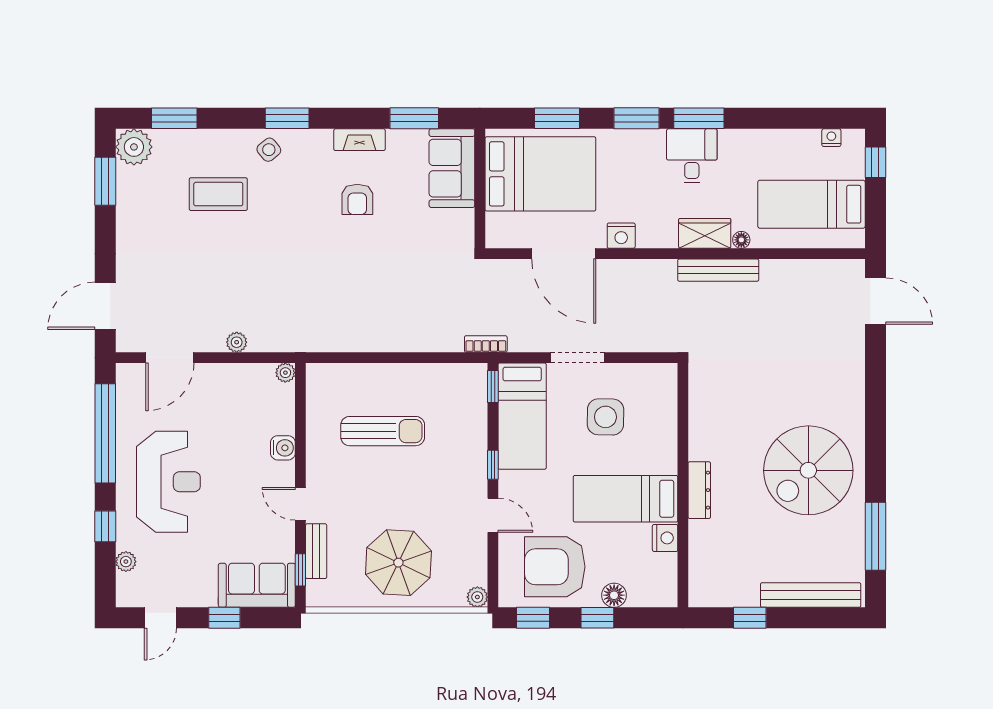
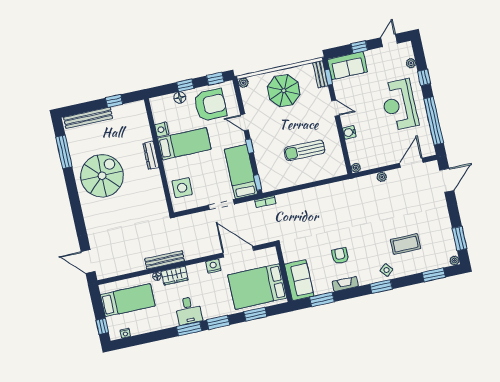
plant: (134, 147) -> (455, 261), width x0.53, depth x0.53
side table: (605, 417) -> (182, 188), moved
bench: (316, 551) -> (320, 74), moved

